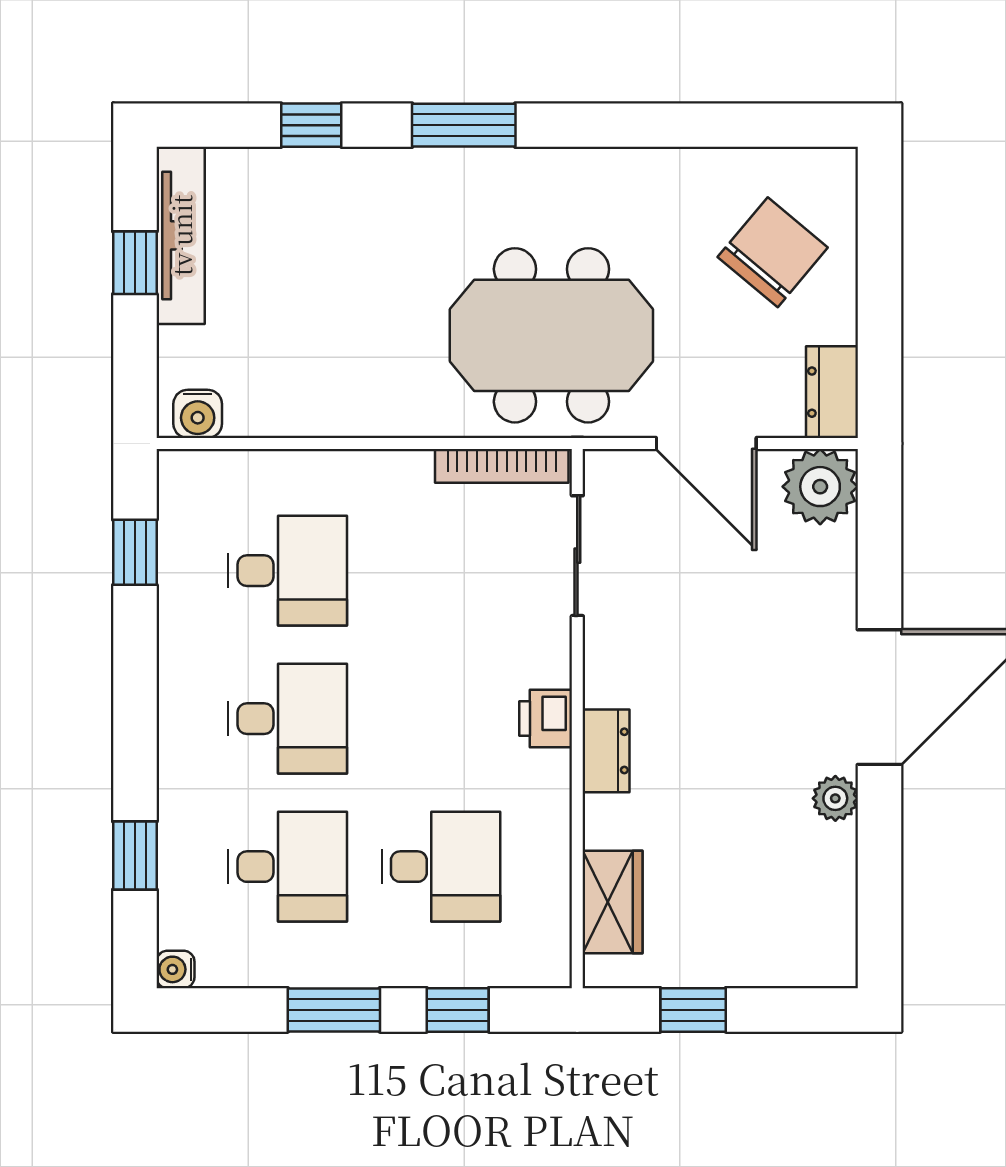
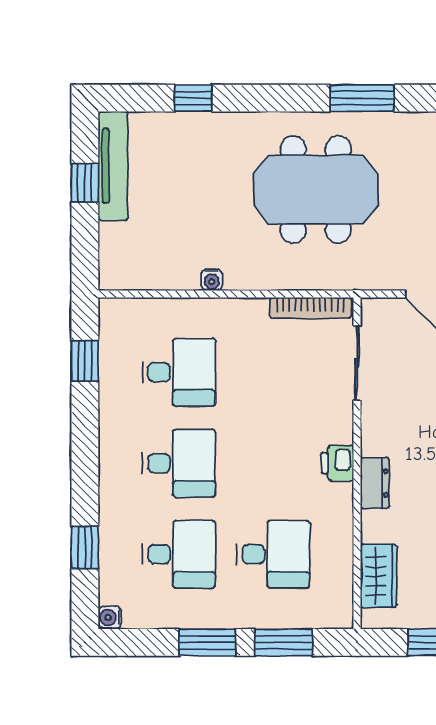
window: (464, 125) -> (362, 98), moved
meeting table: (551, 335) -> (316, 190), moved
water cooler: (198, 414) -> (212, 280), moved, width x0.72, depth x0.72
window: (458, 1010) -> (283, 642), width x1.50

